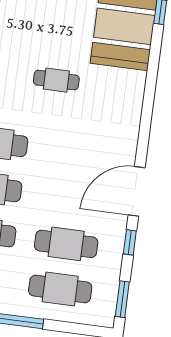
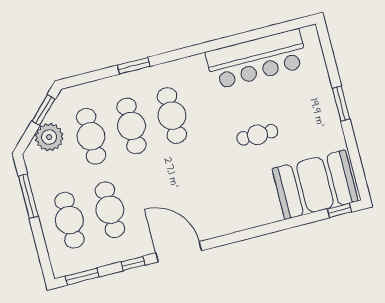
cafe table: (56, 80) -> (257, 135), moved, turned 90

